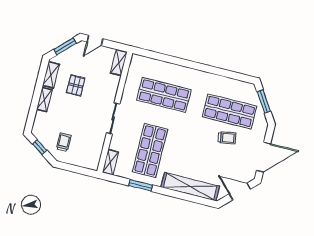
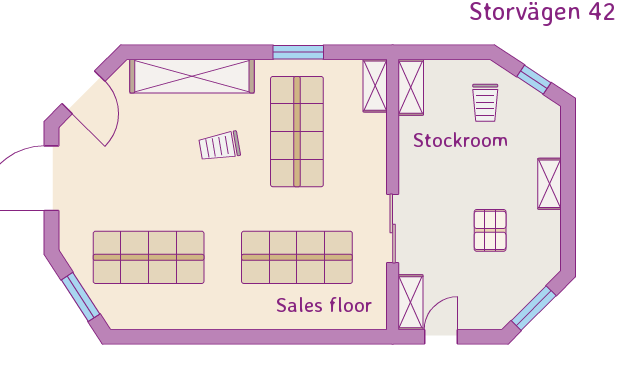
door: (95, 40) -> (441, 337), moved
shelving: (51, 75) -> (411, 87), moved
sliding door: (113, 118) -> (393, 229), moved
trolley: (227, 138) -> (220, 146), moved
door: (240, 191) -> (83, 92), hinge flipped

